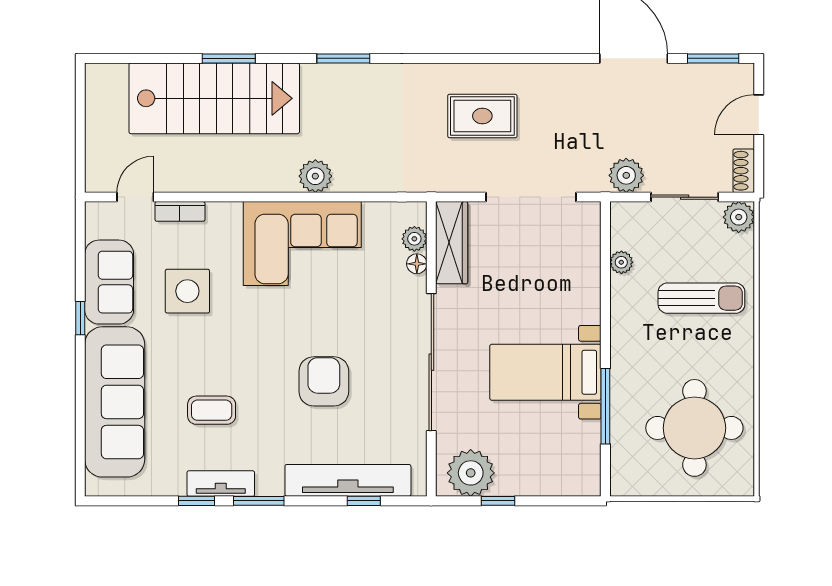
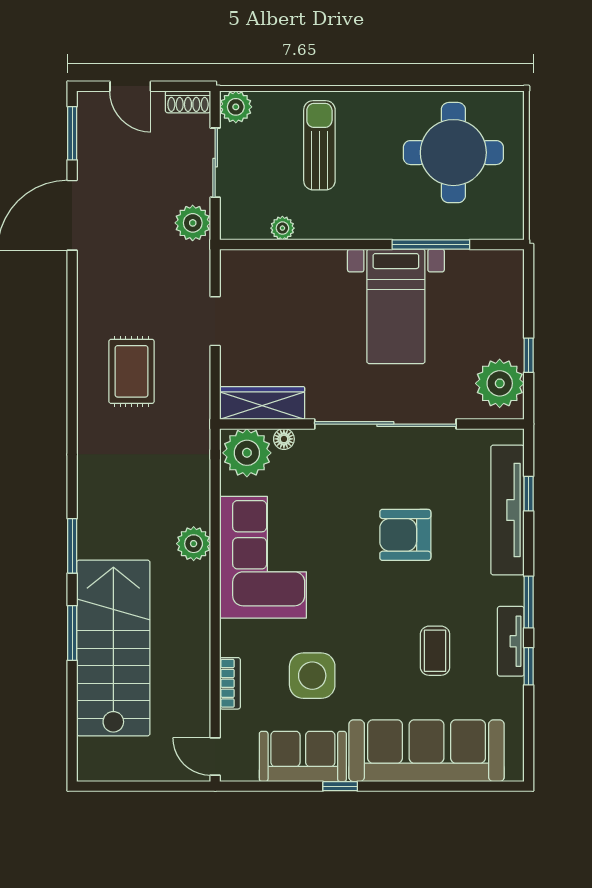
window: (343, 58) -> (72, 546), moved
door: (135, 197) -> (215, 756), moved
doorway: (531, 197) -> (215, 321), width x0.53
plant: (414, 239) -> (247, 453), width x1.88, depth x1.88

